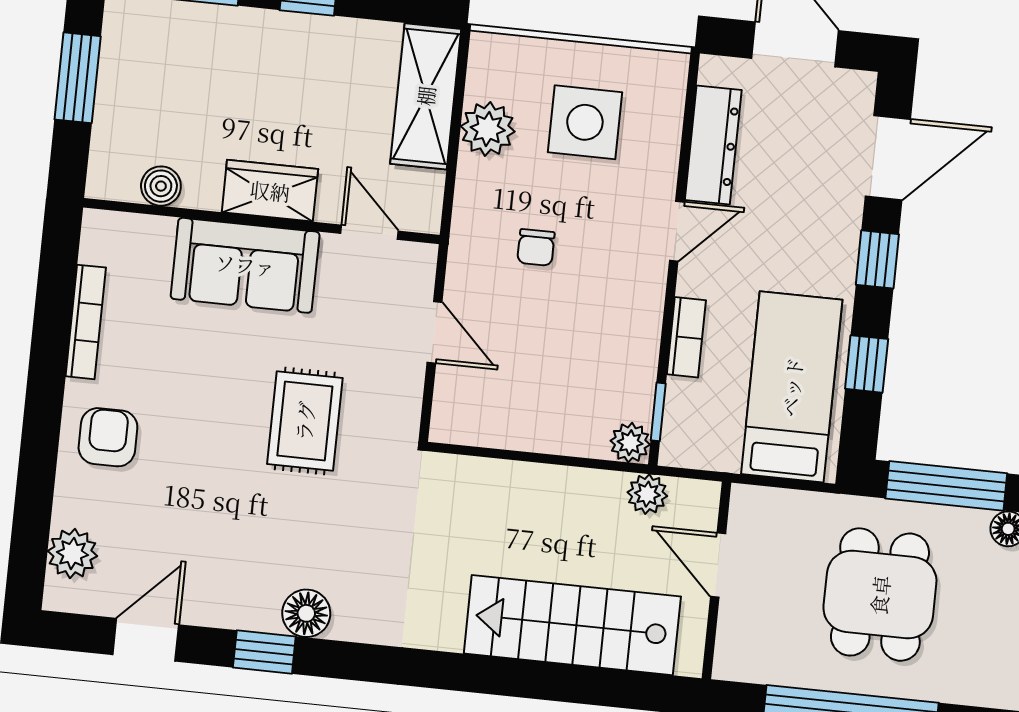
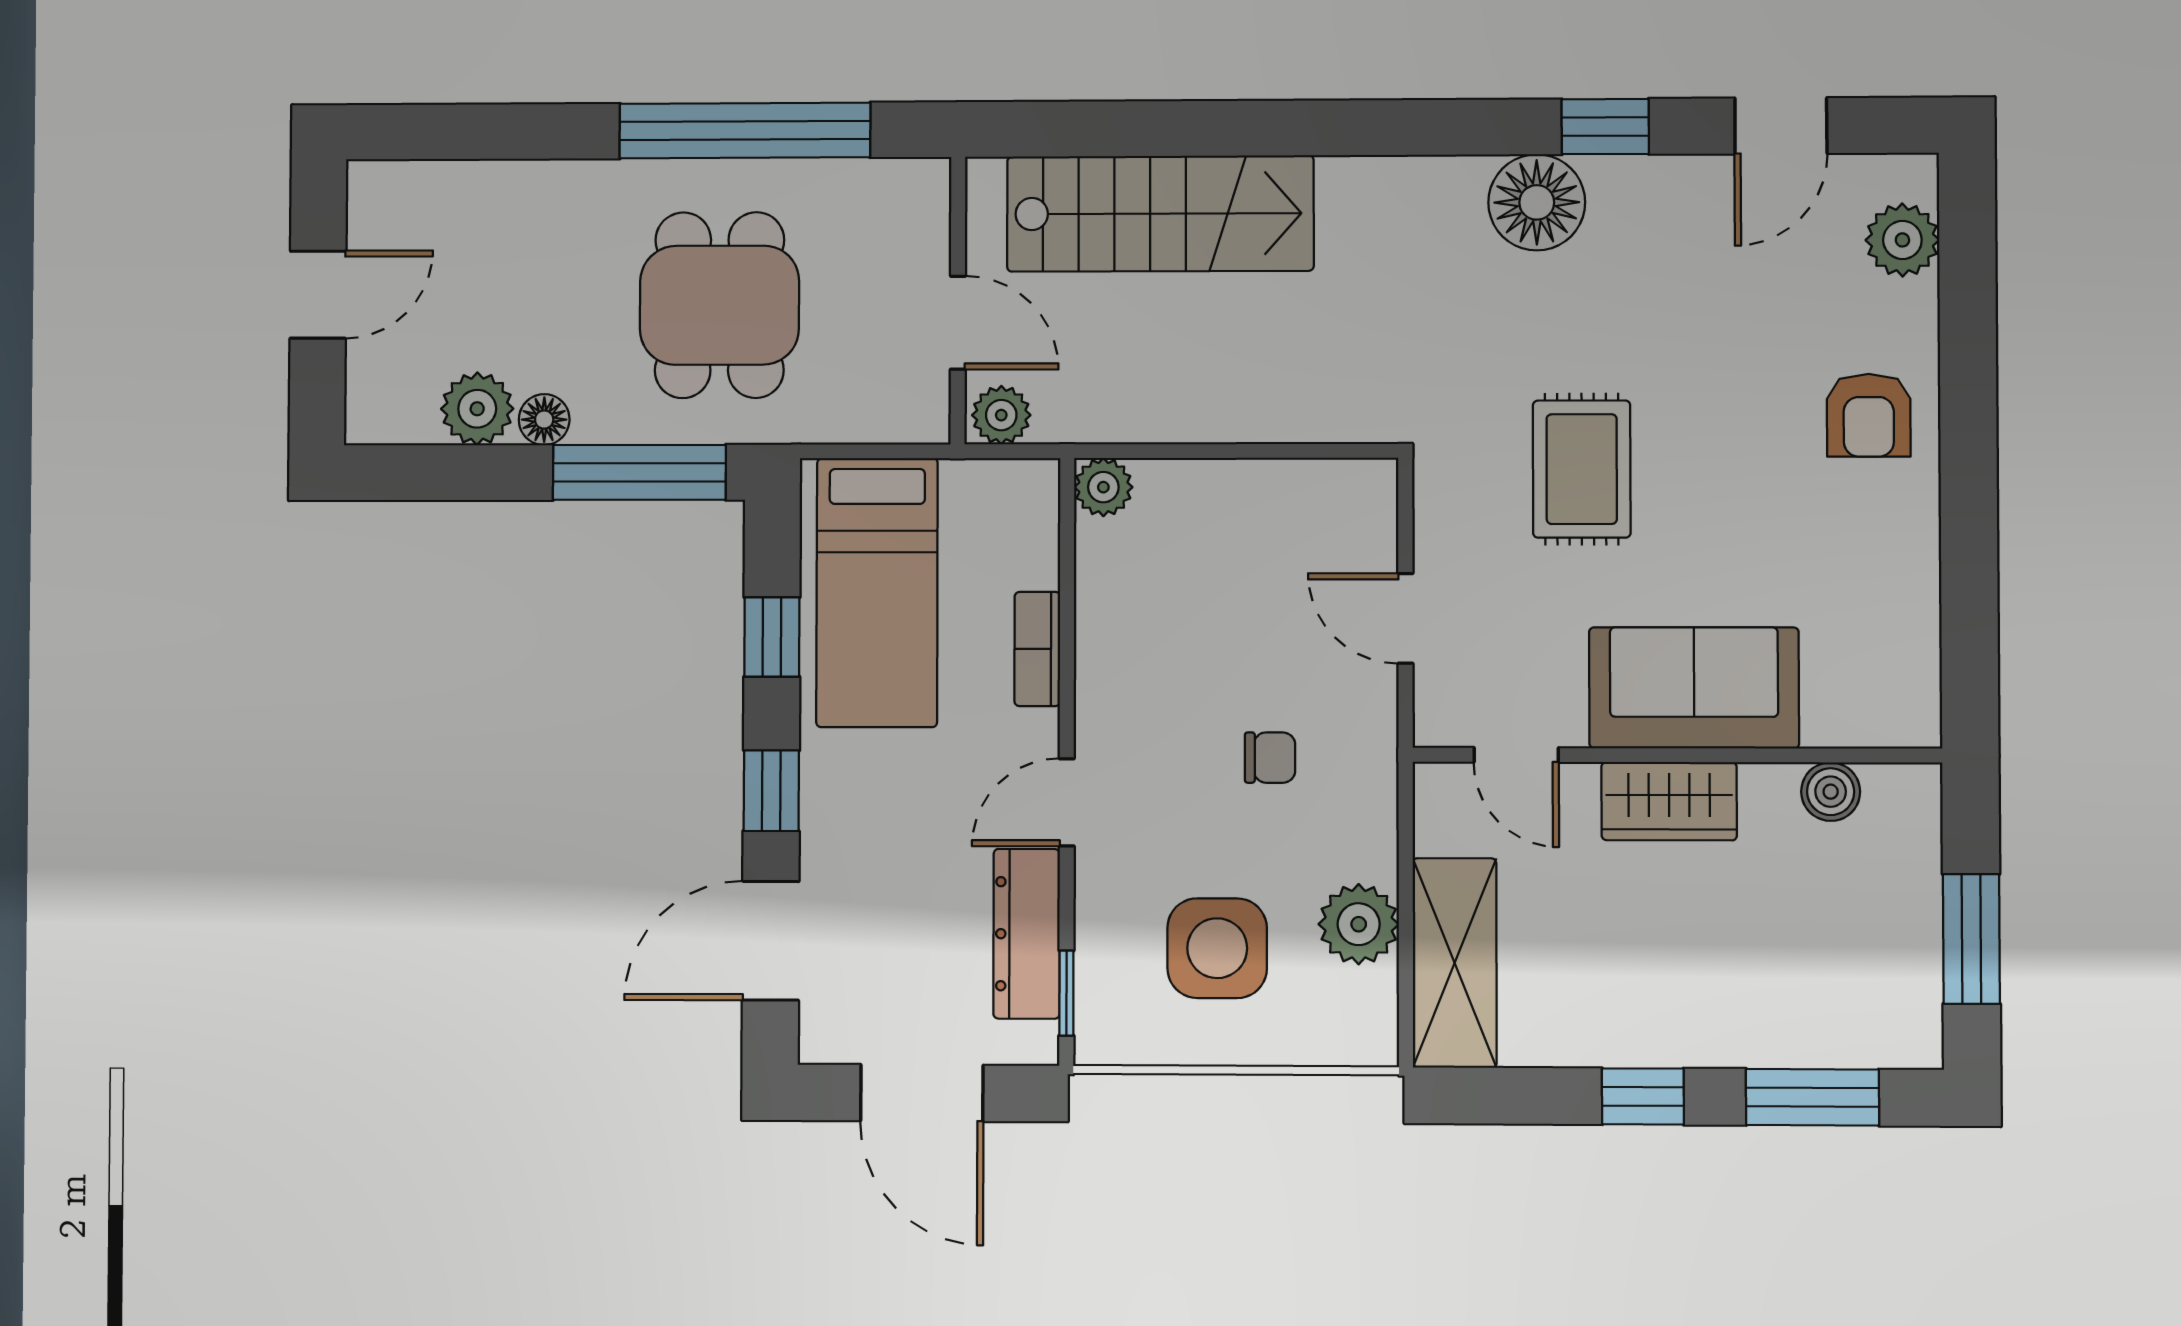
chair: (536, 247) -> (1270, 758), turned 90
bookcase: (86, 322) -> (1920, 581), removed
window: (658, 412) -> (1066, 993), moved
plant: (647, 494) -> (1001, 415), moved
floor lamp: (306, 613) -> (1537, 202), width x1.38, depth x1.38

